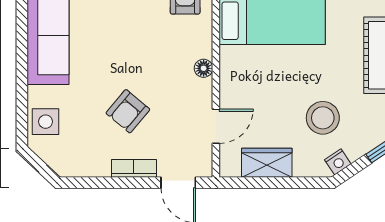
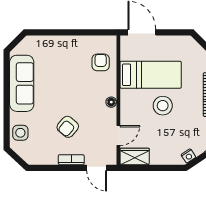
stool: (323, 118) -> (163, 106), moved
wardrobe: (267, 163) -> (135, 156), moved

